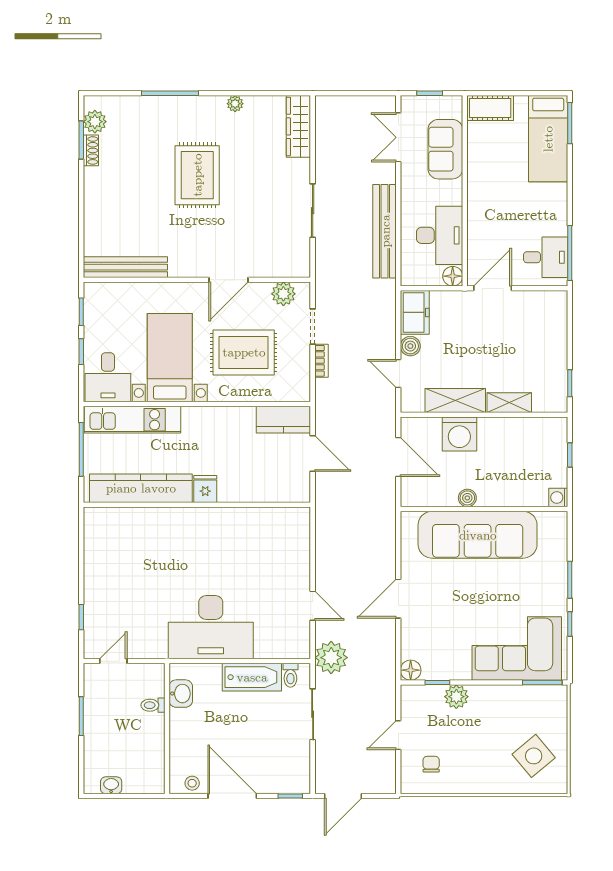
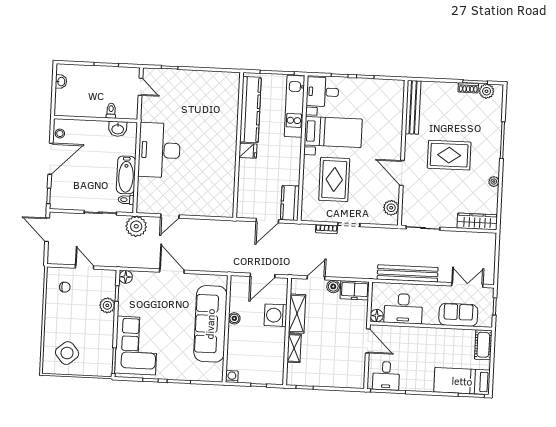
bench: (125, 267) -> (413, 107), moved
wall: (197, 280) -> (403, 153), moved
door: (228, 280) -> (402, 173), moved
plant: (283, 294) -> (391, 208), moved

